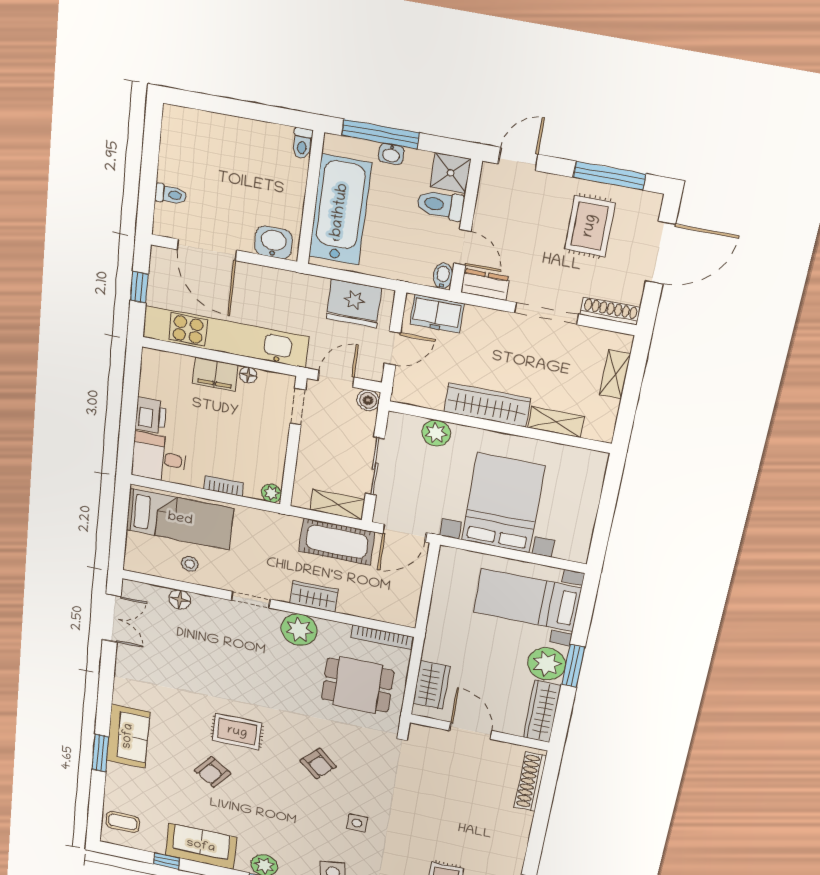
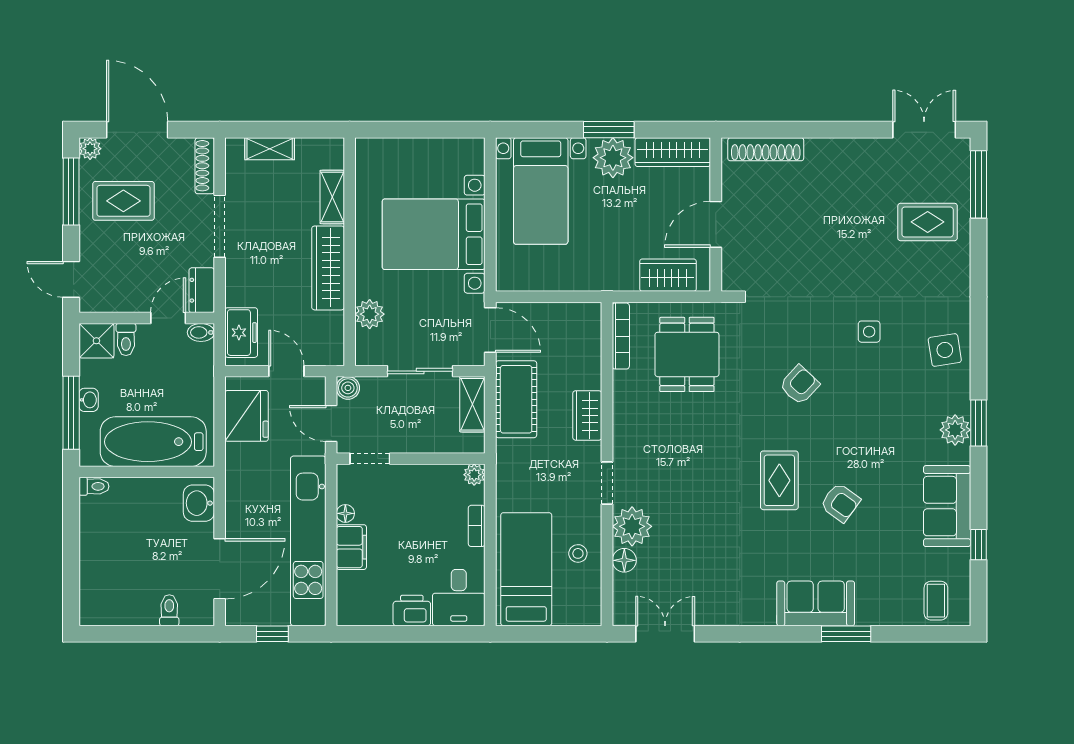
plant: (651, 203) -> (90, 149), added
toilet: (440, 205) -> (126, 339), width x0.73, depth x0.72
plant: (299, 630) -> (632, 526), moved

